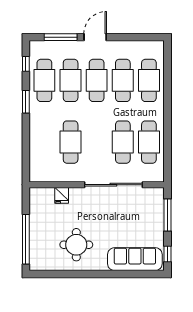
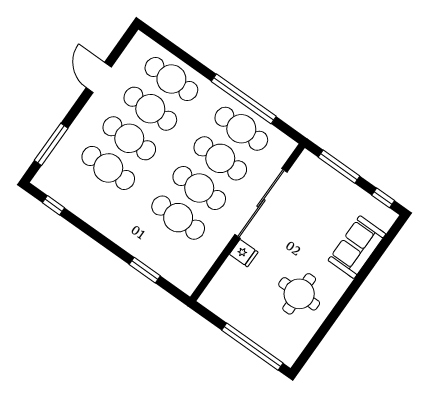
door: (95, 37) -> (99, 77), moved
cafe table: (44, 80) -> (199, 188), moved
window: (26, 102) -> (145, 270), moved
window: (167, 131) -> (244, 99), added
fridge: (62, 195) -> (244, 253), moved
sofa: (135, 259) -> (357, 247), width x0.73

